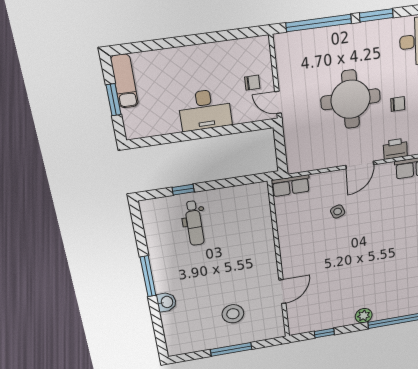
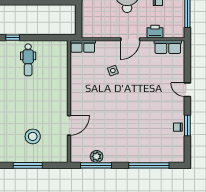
dental chair: (194, 223) -> (28, 60), moved
plant: (364, 316) -> (97, 157), moved
window: (324, 333) -> (96, 165), width x2.17

